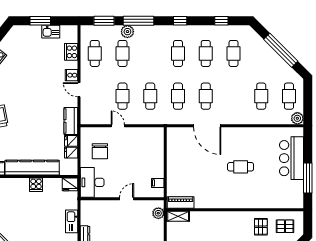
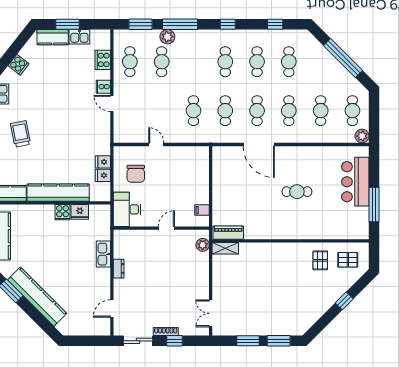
cafe table: (122, 96) -> (289, 111), moved
kitchen counter: (71, 121) -> (53, 37), moved, turned -90
fridge: (70, 184) -> (80, 212), moved

